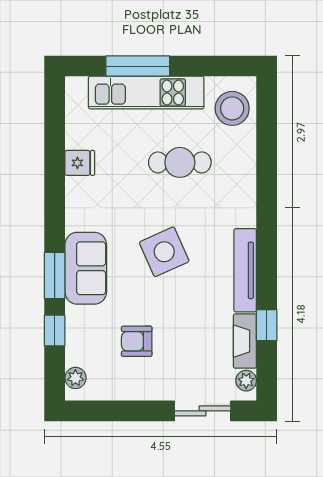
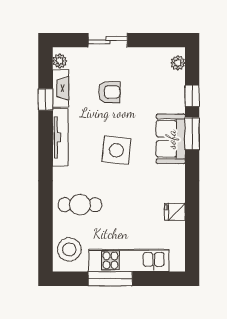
window: (138, 66) -> (110, 279), moved
cafe table: (180, 162) -> (80, 205), moved
side table: (164, 252) -> (116, 150), turned 30
armchair: (137, 341) -> (109, 92), moved
sliding door: (203, 411) -> (108, 40), moved

